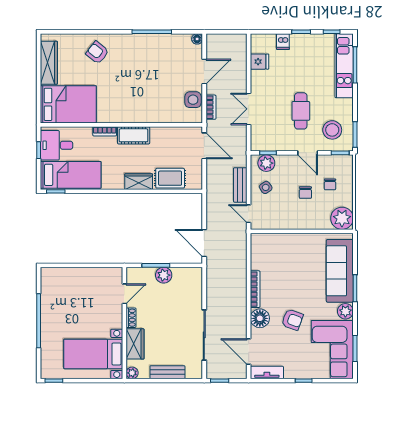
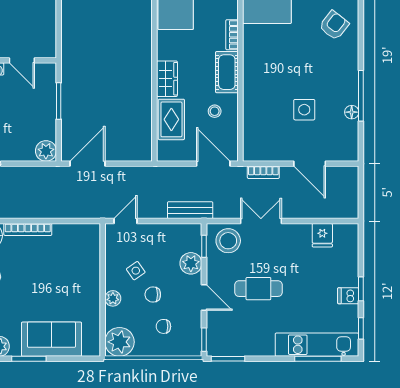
floor lamp: (197, 39) -> (352, 112), moved
dishwasher: (283, 42) -> (348, 296), moved
side table: (193, 100) -> (304, 110), moved
stool: (332, 130) -> (228, 241), moved
stool: (164, 145) -> (215, 111), added
door: (204, 146) -> (213, 164), swing flipped
door: (308, 153) -> (204, 298), swing flipped
plant: (266, 163) -> (191, 263), moved
bench: (240, 185) -> (190, 210), moved
side table: (266, 187) -> (136, 271), moved
plant: (308, 223) -> (113, 298), added
sofa: (340, 271) -> (51, 339), width x0.73
plant: (164, 275) -> (46, 151), moved

